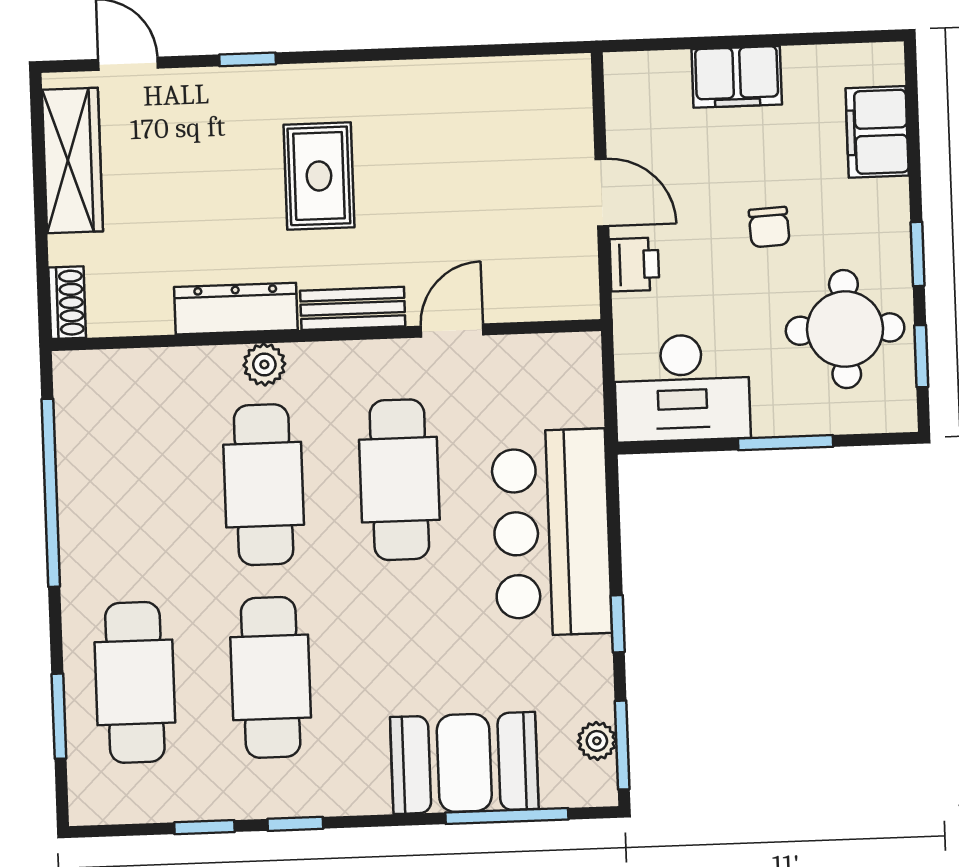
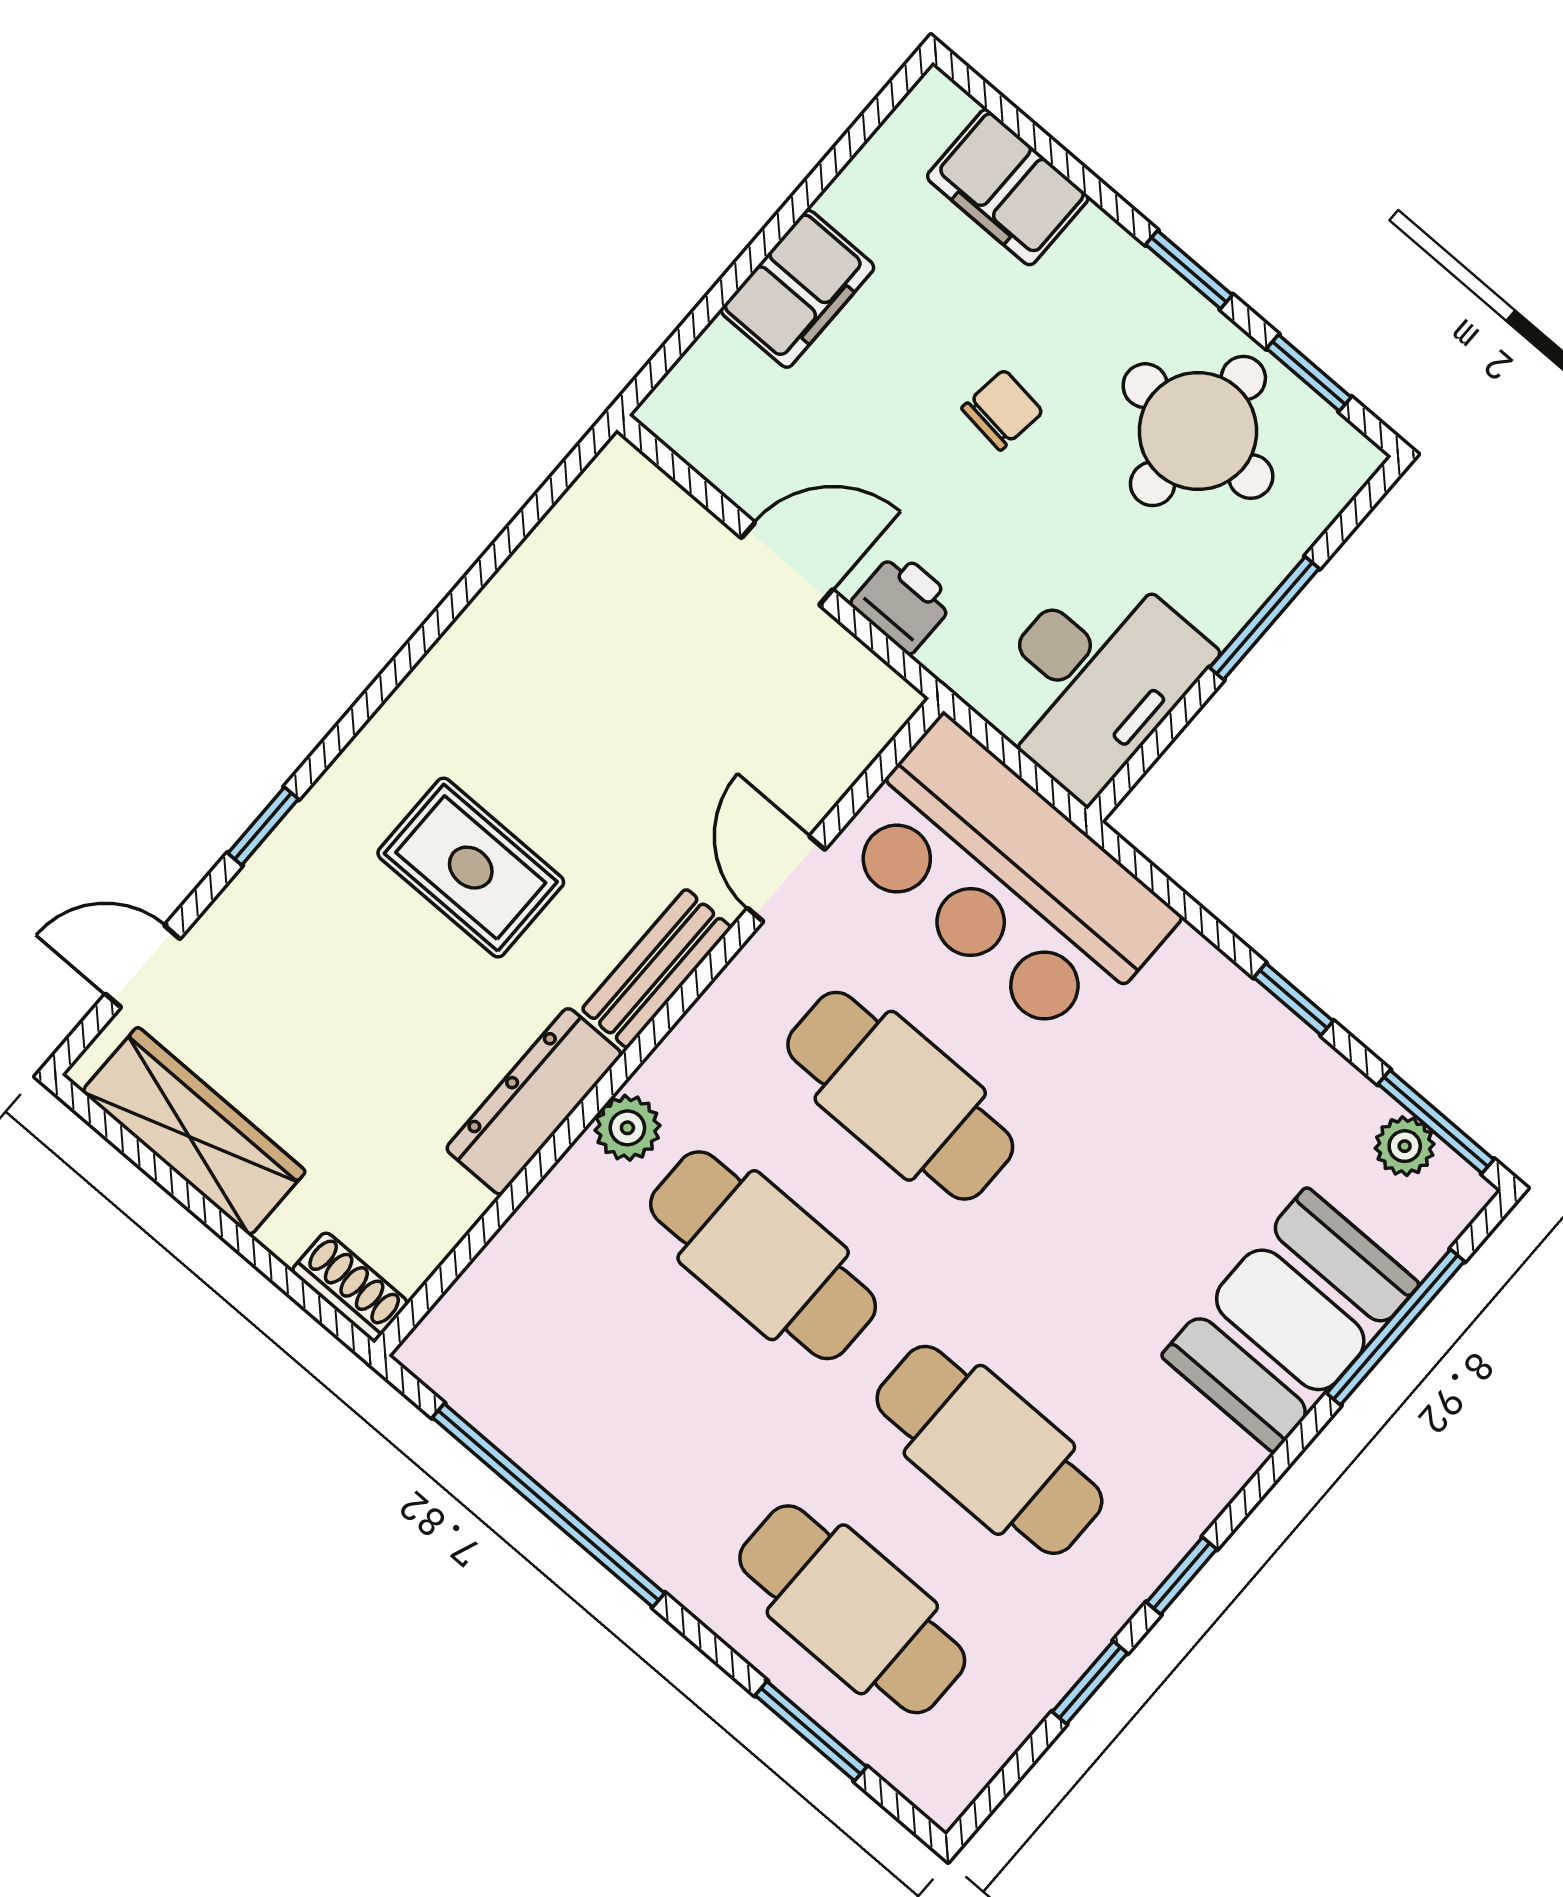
chair: (769, 227) -> (1002, 410), turned -80
bar counter: (551, 533) -> (1006, 881), moved

